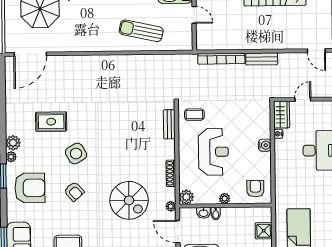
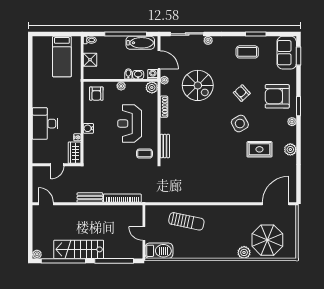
plant: (13, 143) -> (290, 149), moved
spiral stairs: (129, 200) -> (198, 85), turned 180
washing machine: (185, 214) -> (153, 74), added

